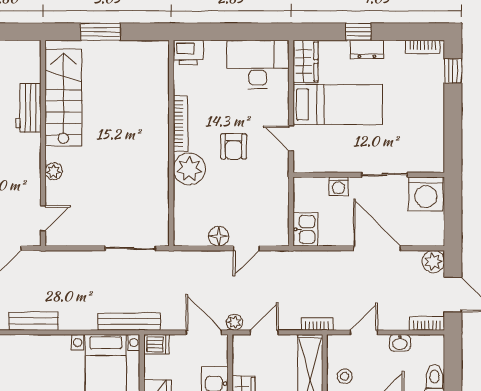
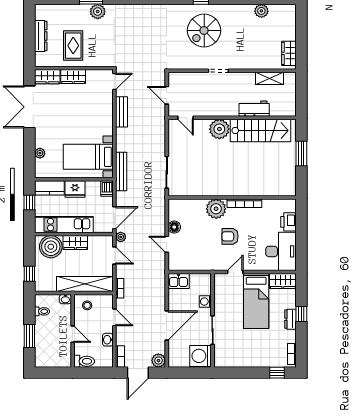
printer: (188, 52) -> (288, 222), moved
plant: (54, 171) -> (219, 129), width x1.88, depth x1.88

